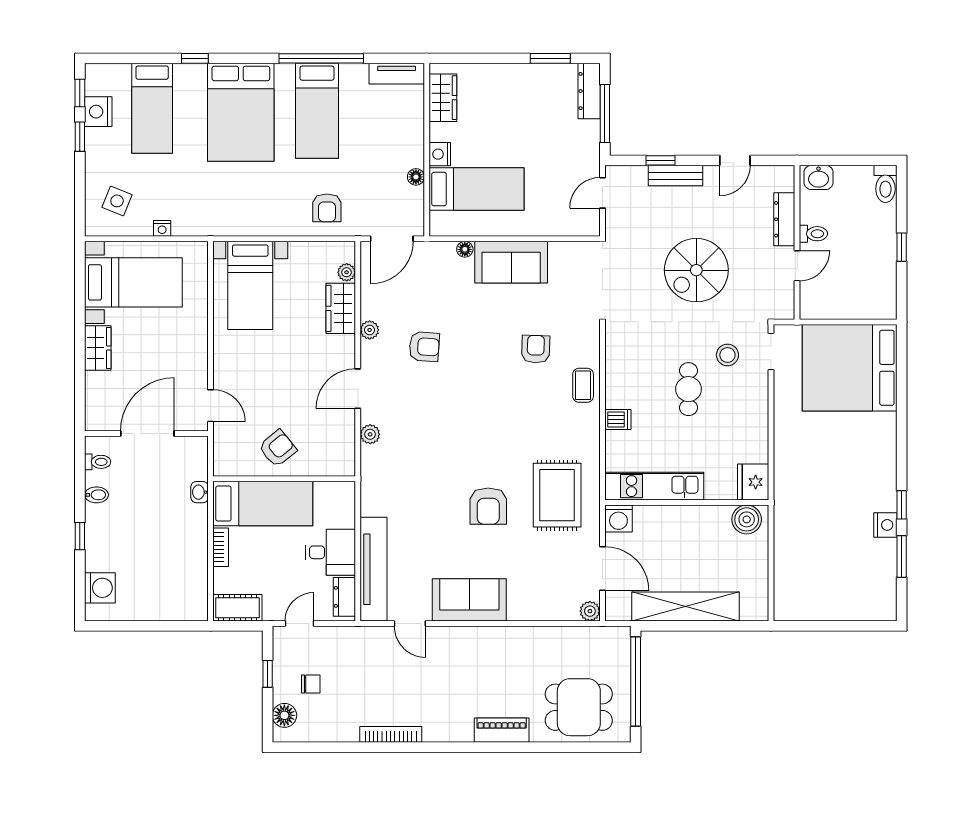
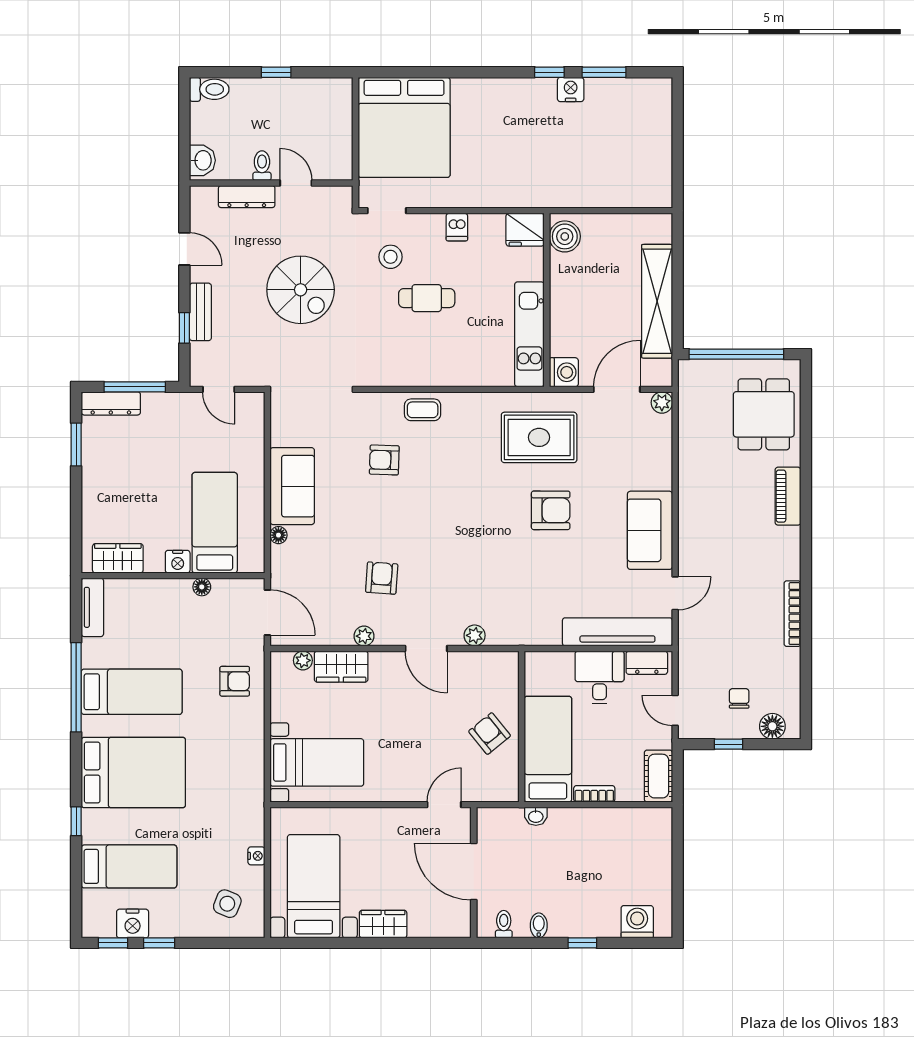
dishwasher: (618, 419) -> (457, 227), moved, turned 180

